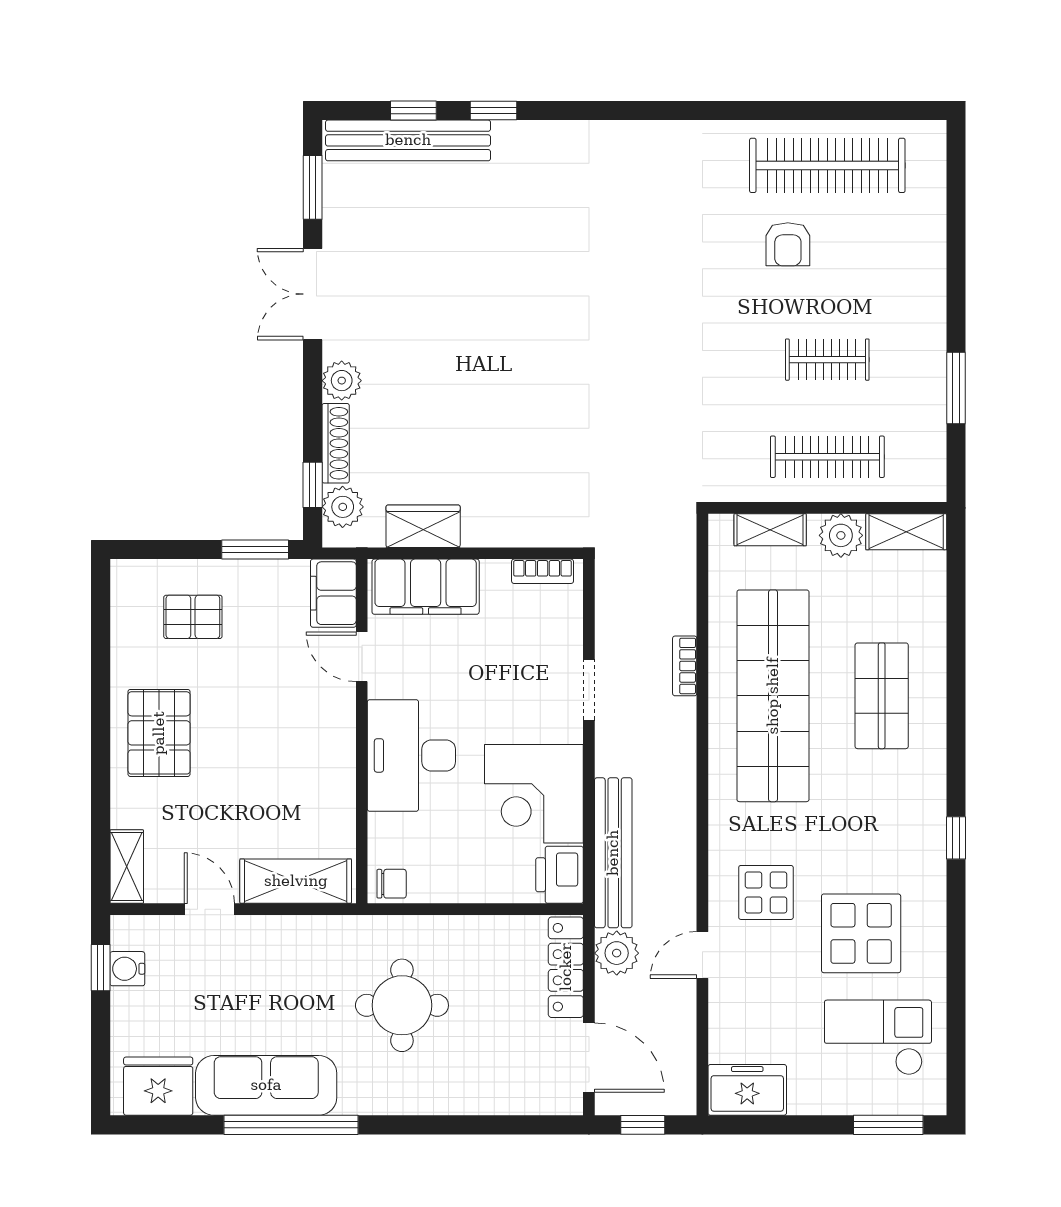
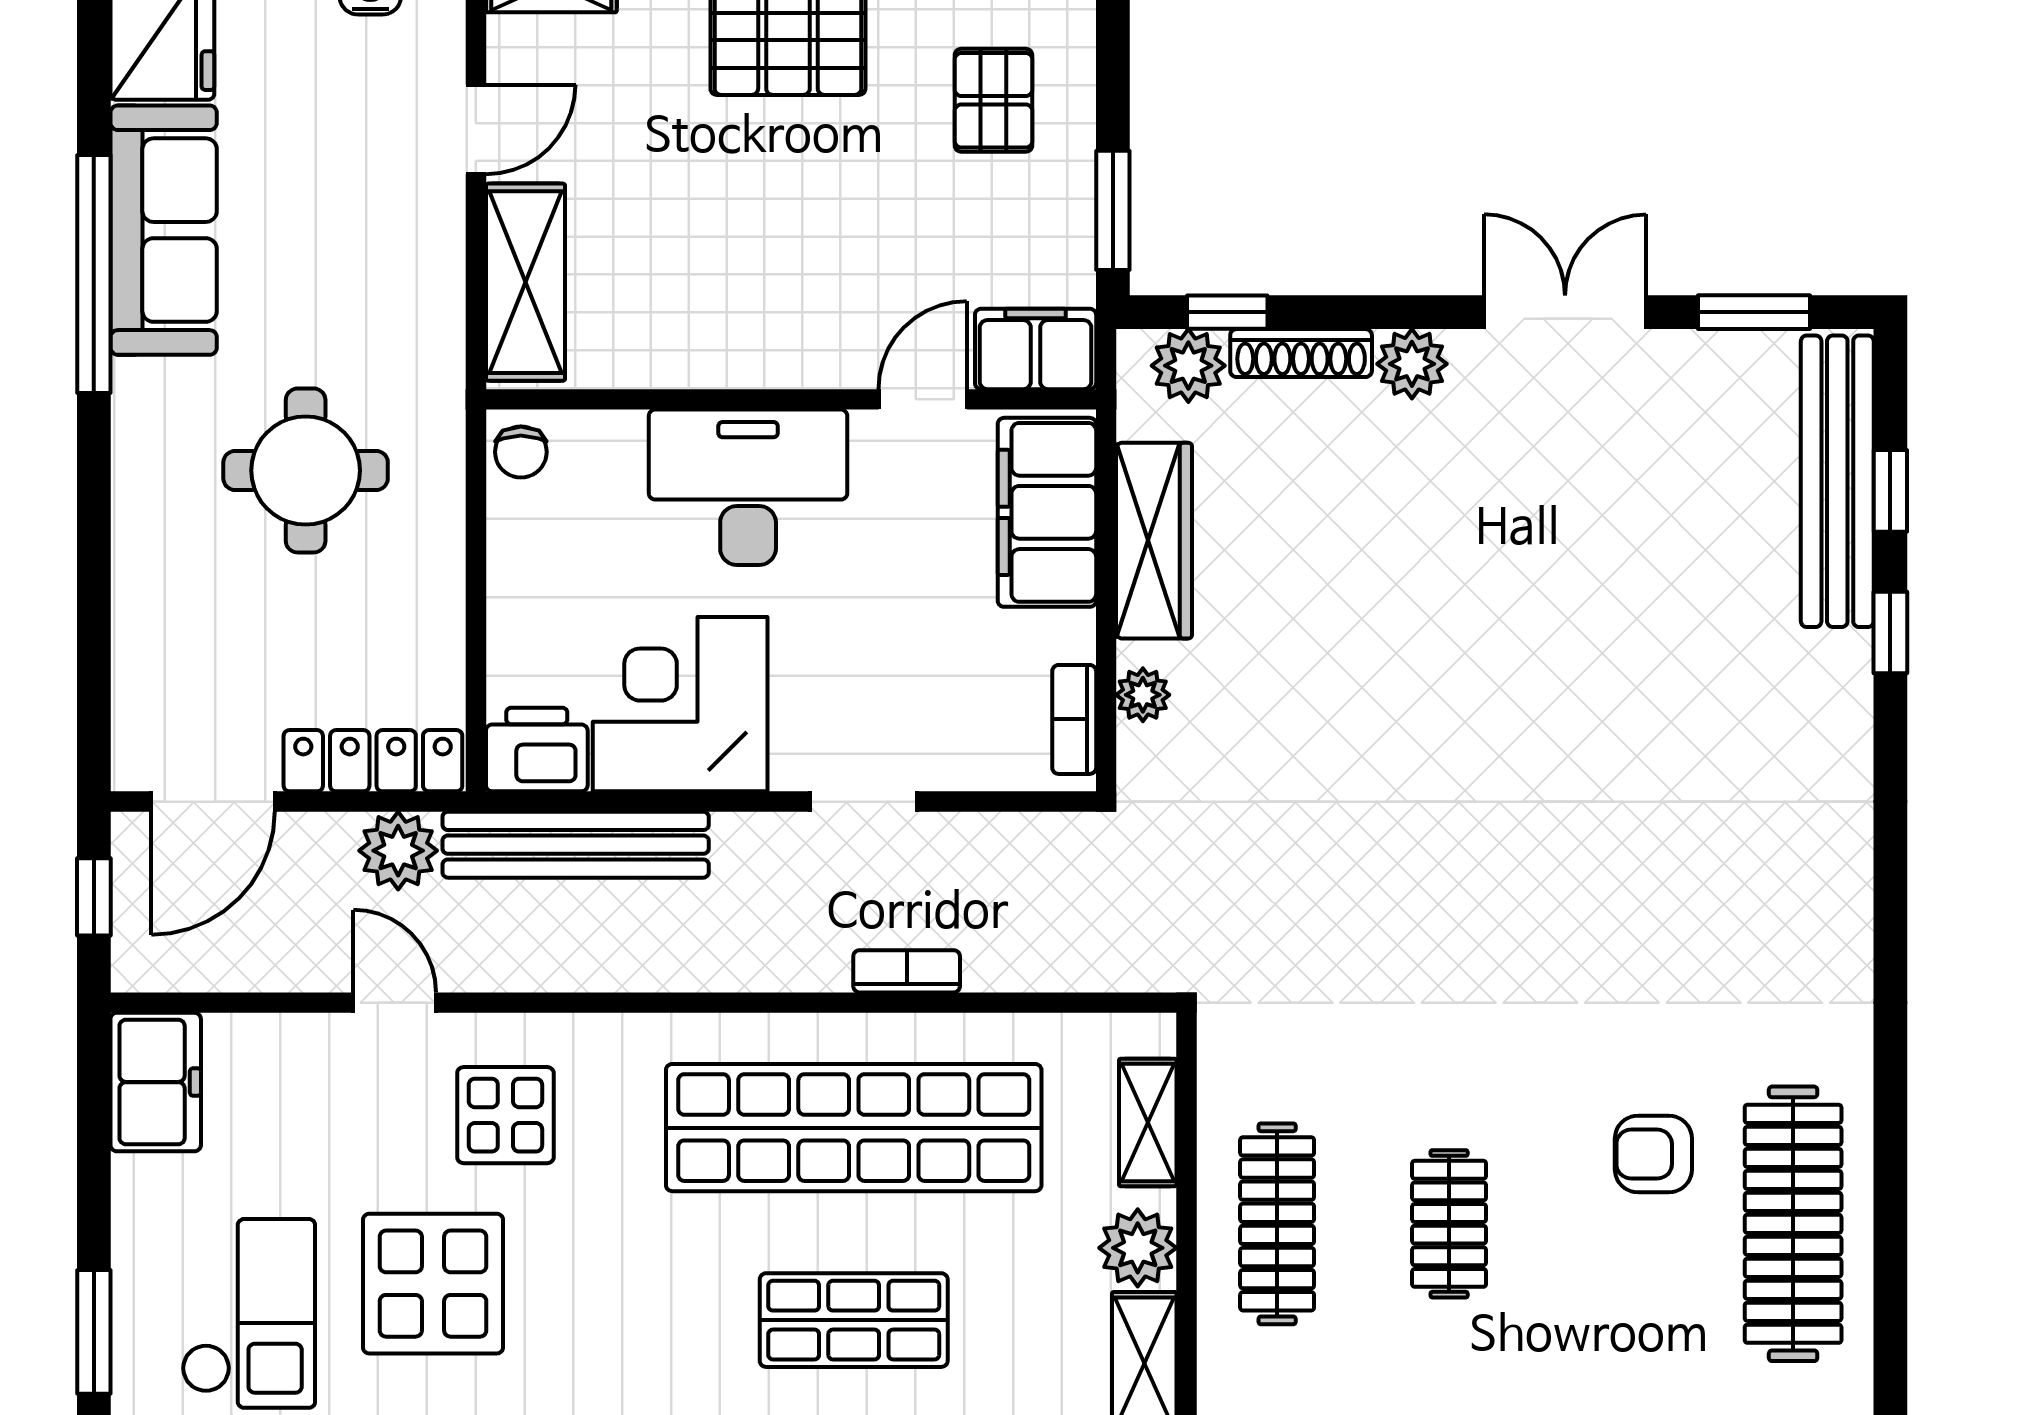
wardrobe: (423, 526) -> (1154, 541), width x1.50
plant: (529, 533) -> (1143, 695), added

